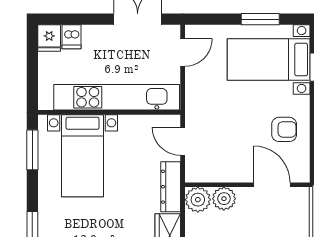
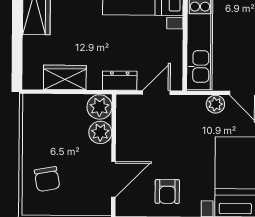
plant: (194, 81) -> (215, 104), added
dresser: (171, 187) -> (120, 81), width x0.70

